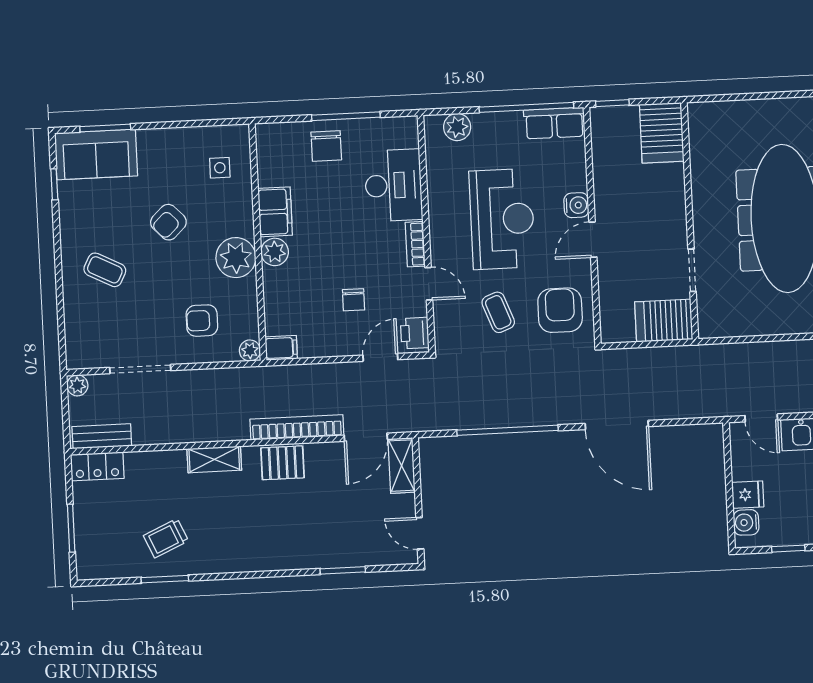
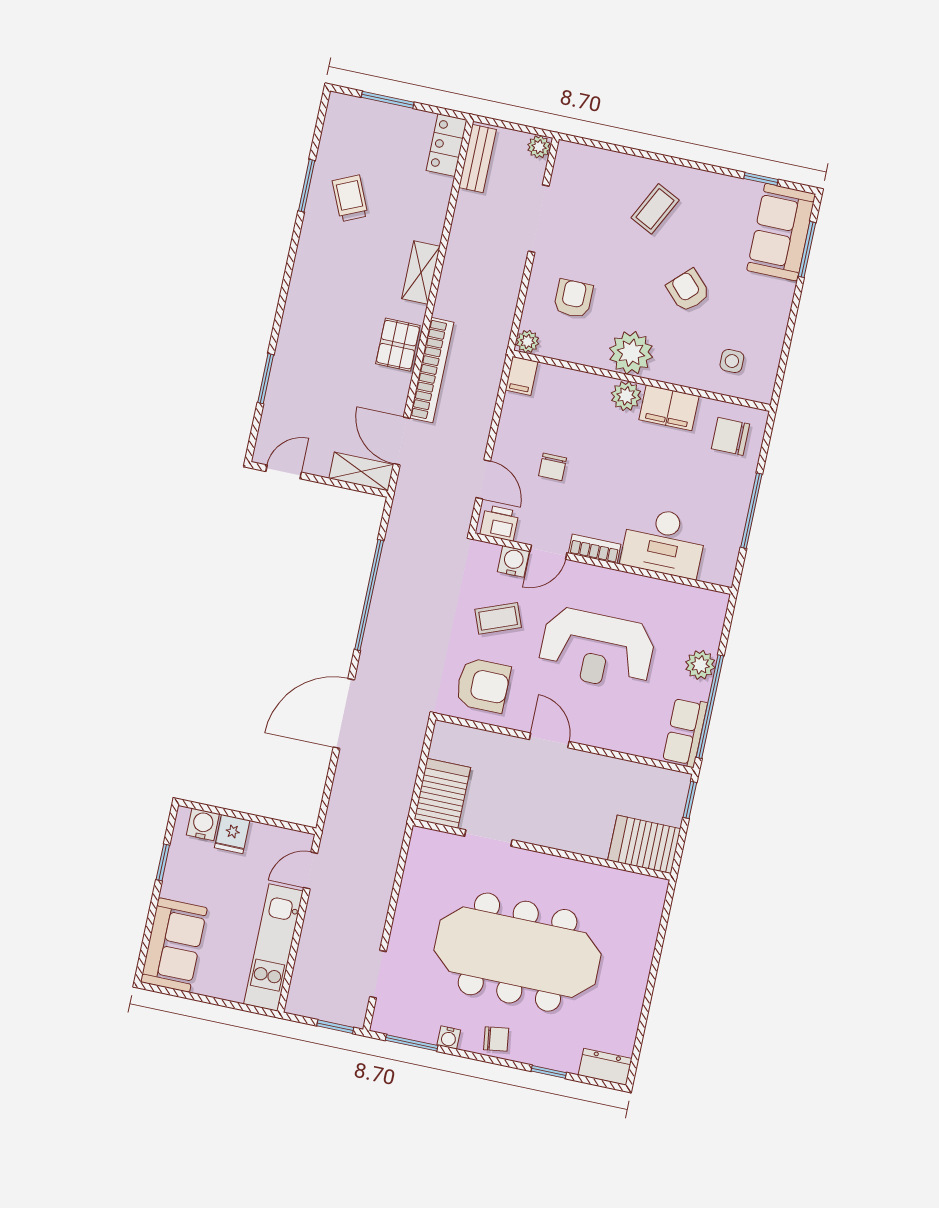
plant: (457, 127) -> (700, 665), moved
chair: (326, 146) -> (731, 436), moved
water cooler: (576, 205) -> (513, 561), moved, turned 180
chair: (354, 300) -> (553, 467), turned -90

